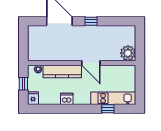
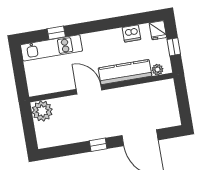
dishwasher: (67, 99) -> (131, 33), moved

